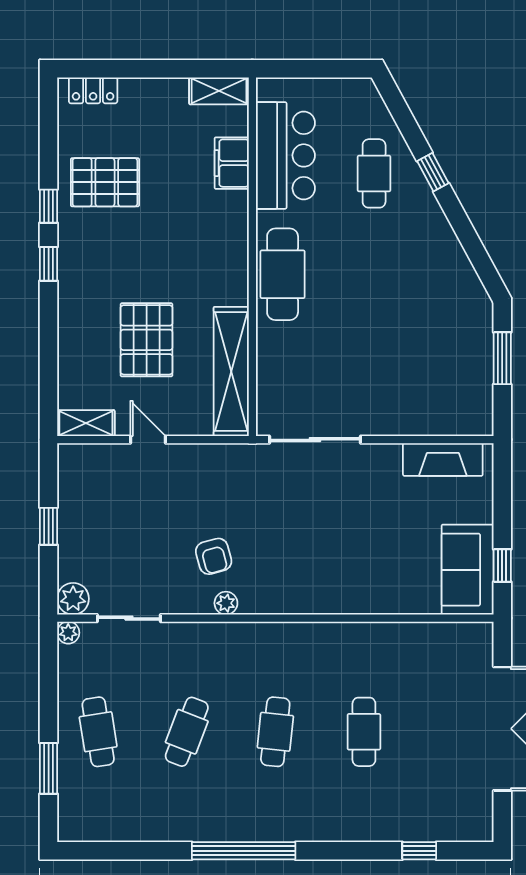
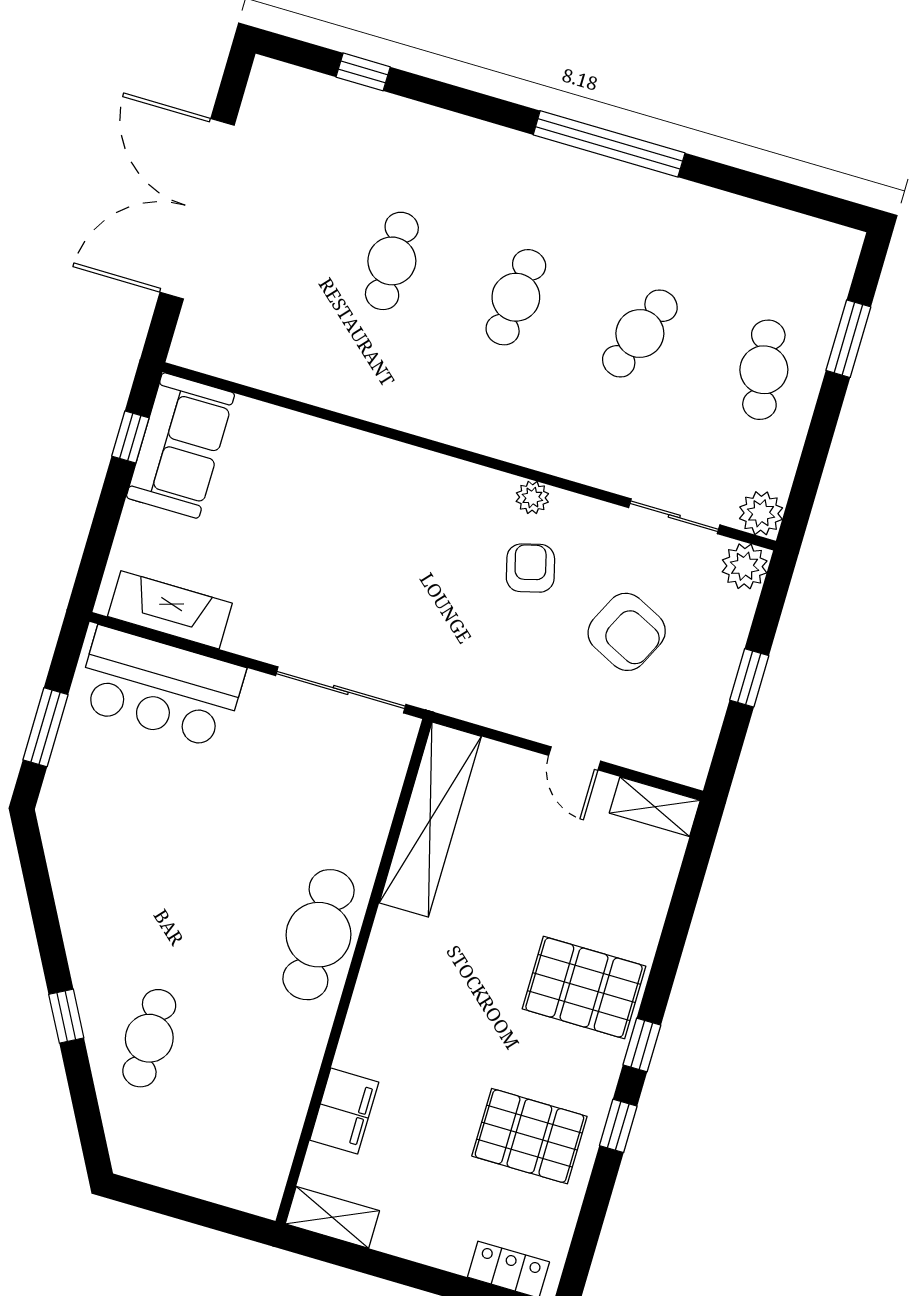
bar counter: (285, 155) -> (160, 687), moved, turned -90
pallet: (147, 340) -> (584, 988), moved, turned 90
armchair: (138, 533) -> (627, 632), added
plant: (68, 633) -> (761, 513), width x1.38, depth x1.38

